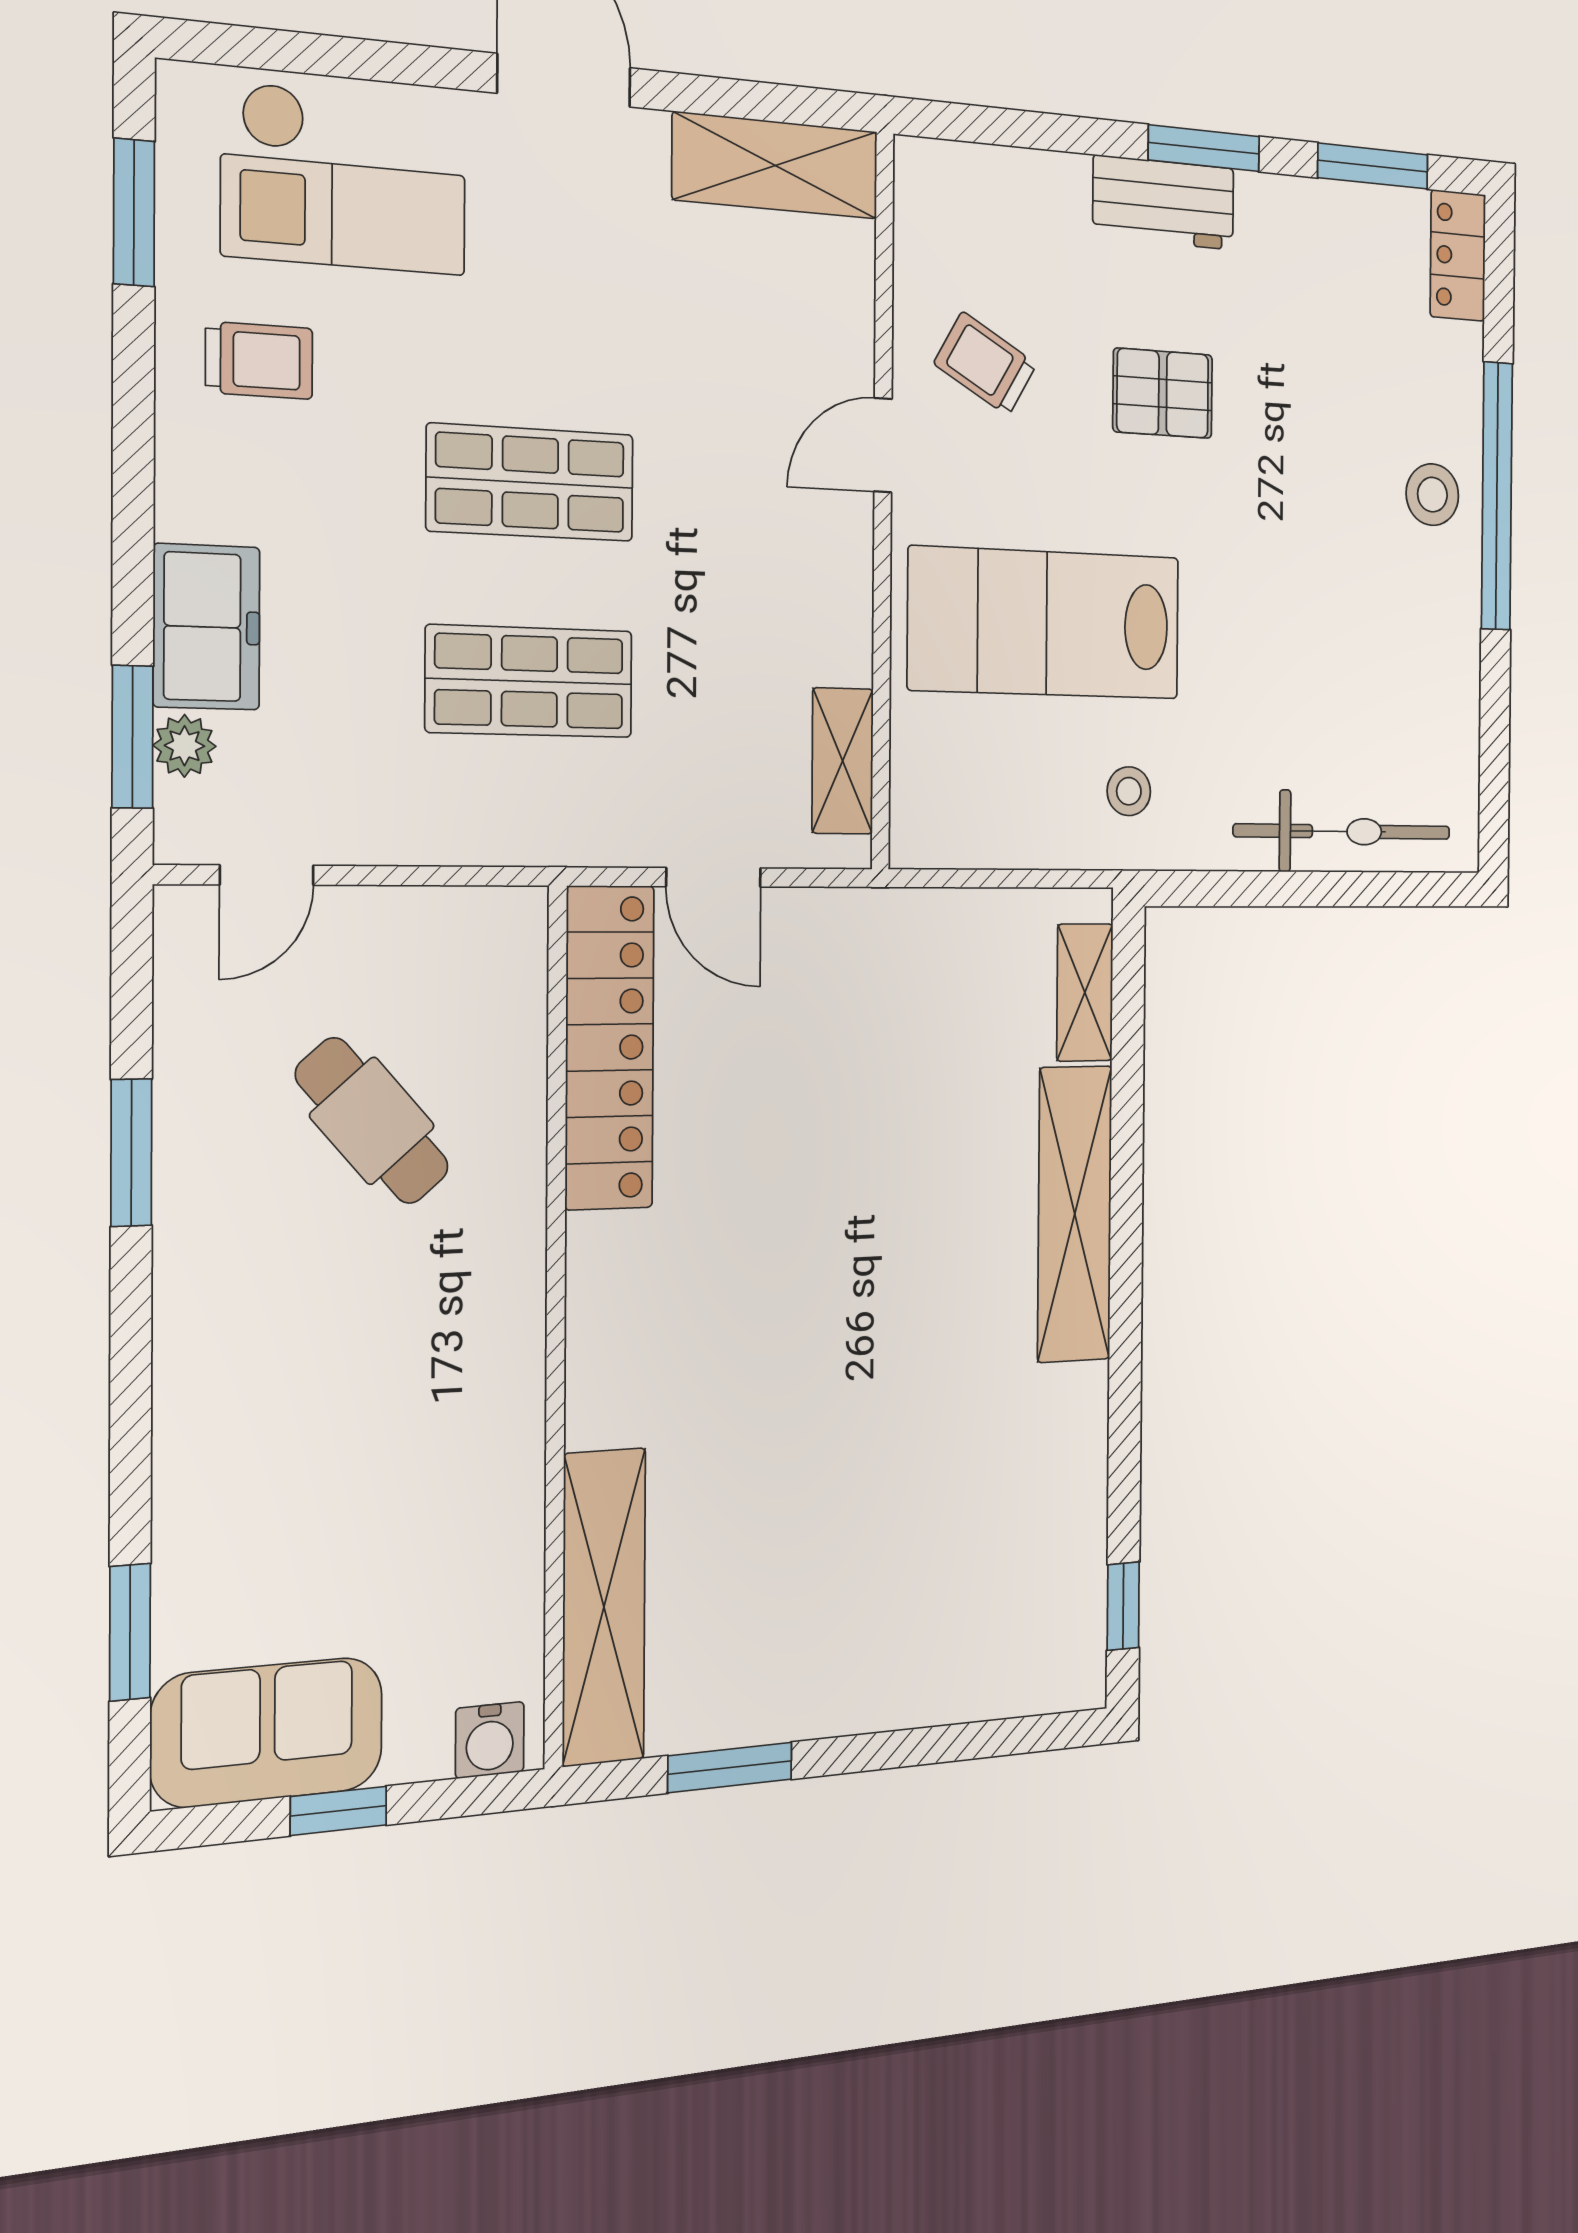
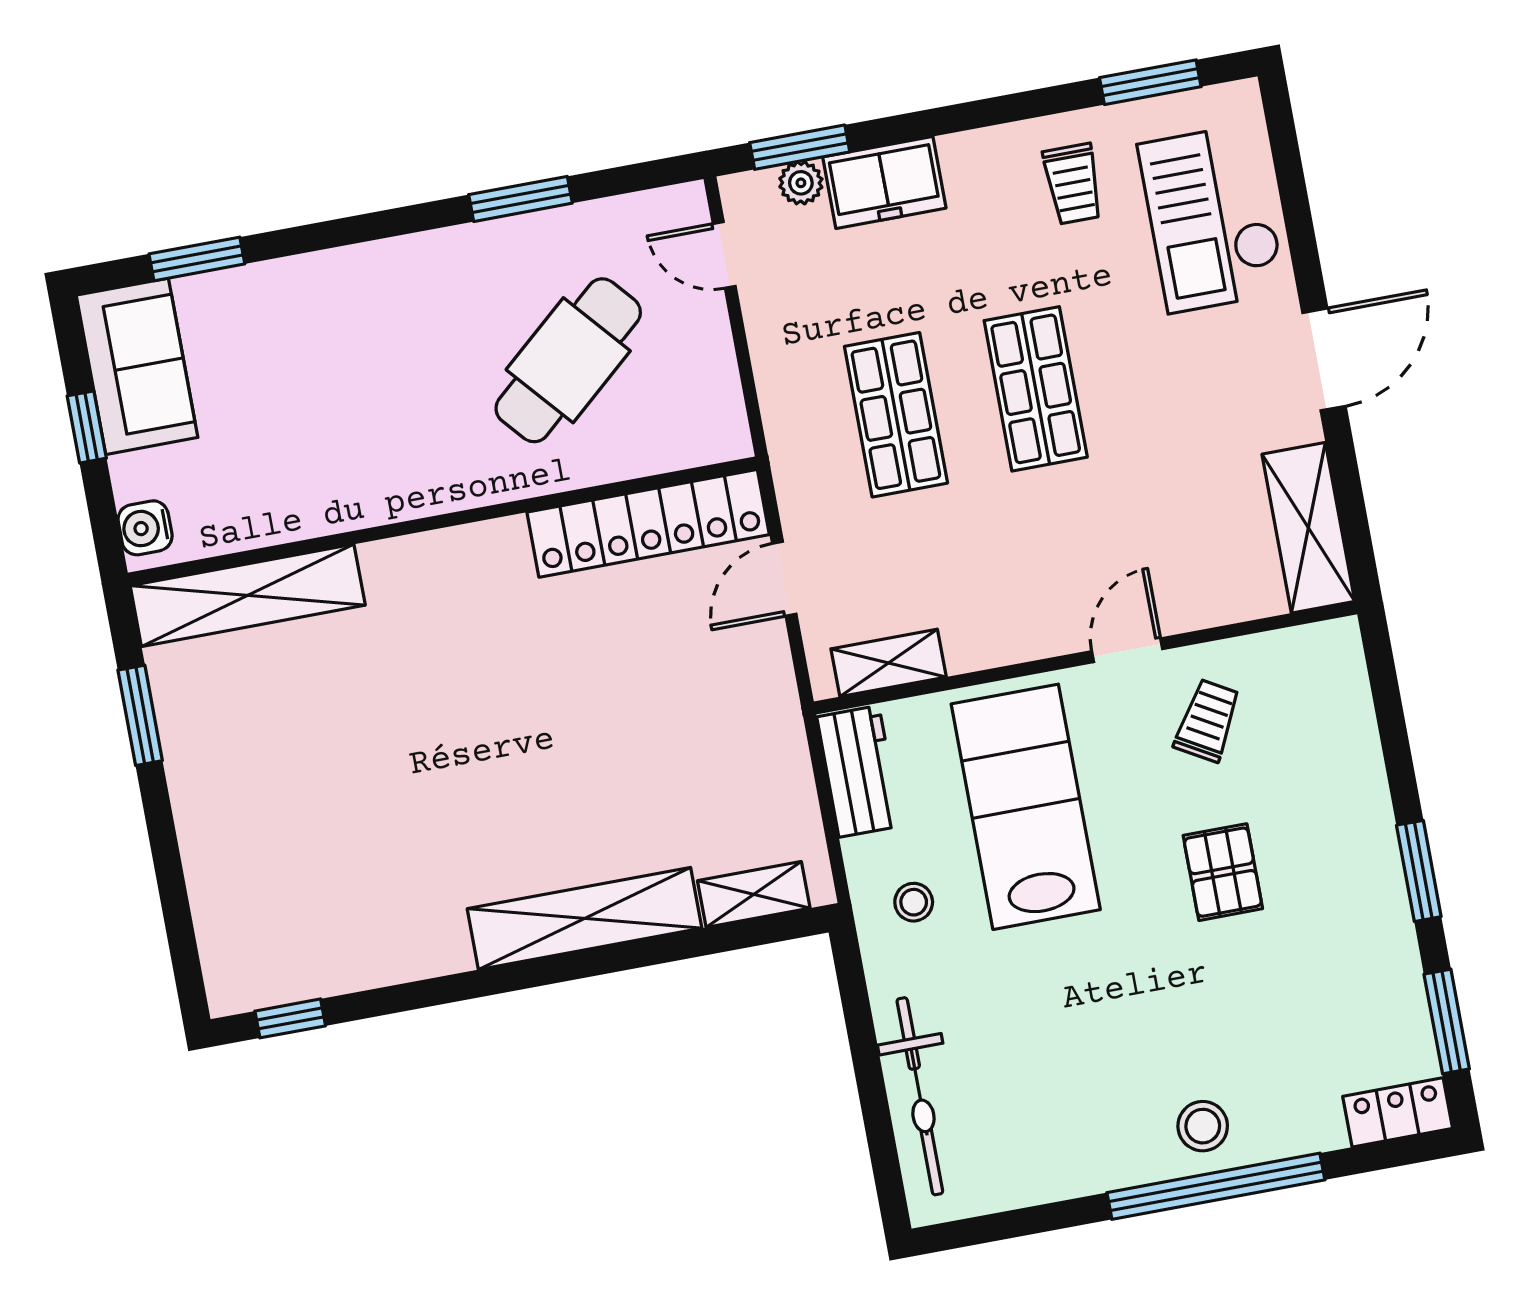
workbench: (1164, 203) -> (859, 771), moved, turned 180
door: (883, 445) -> (1127, 650), hinge flipped
cafe table: (372, 1121) -> (568, 360), width x1.37, depth x1.35

